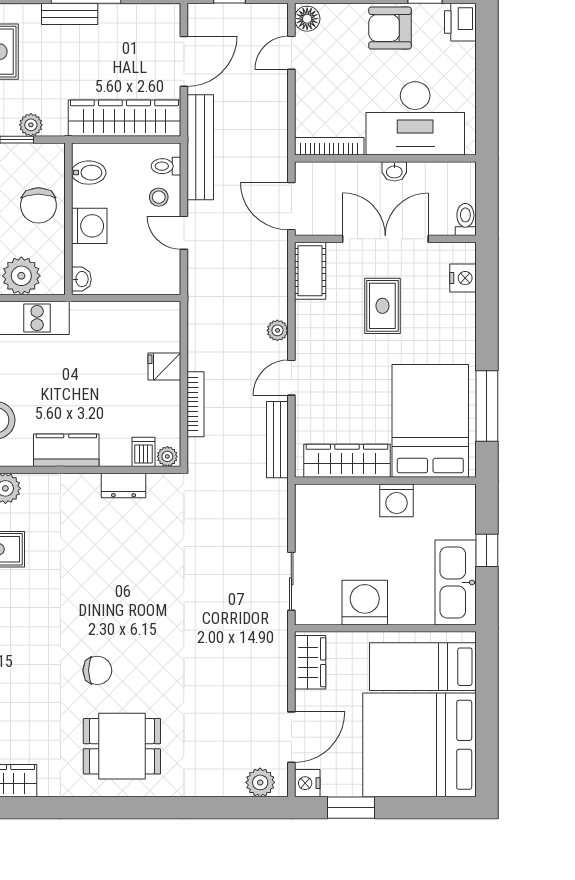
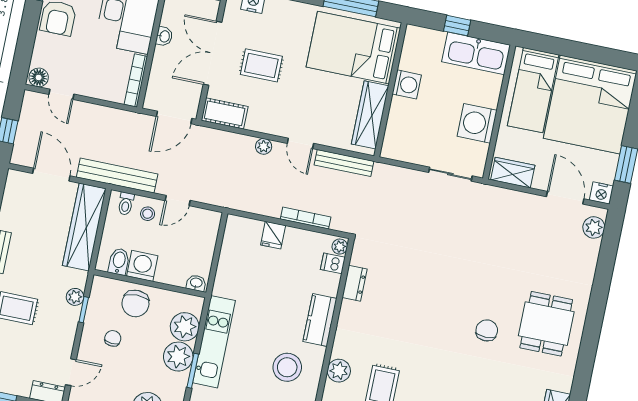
chair: (38, 205) -> (135, 303), turned 90
washing machine: (89, 226) -> (142, 266), moved

